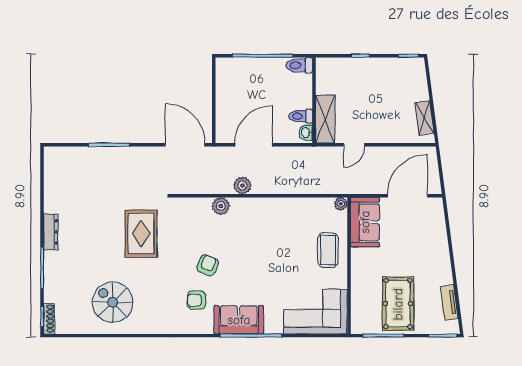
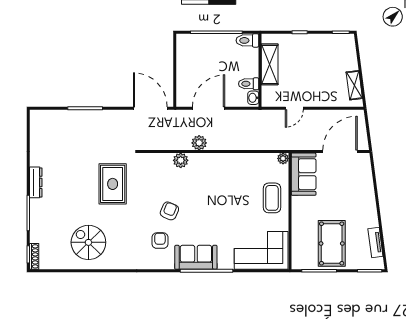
shelving: (325, 119) -> (270, 64), moved
armchair: (197, 300) -> (160, 241), turned 90

